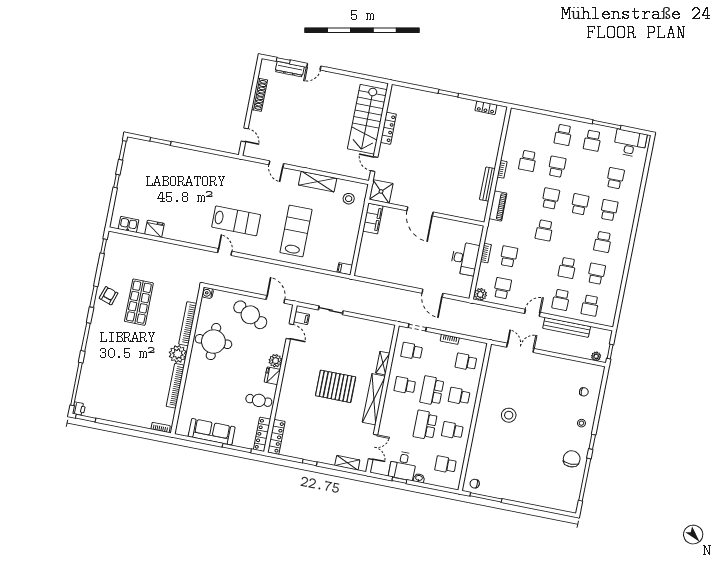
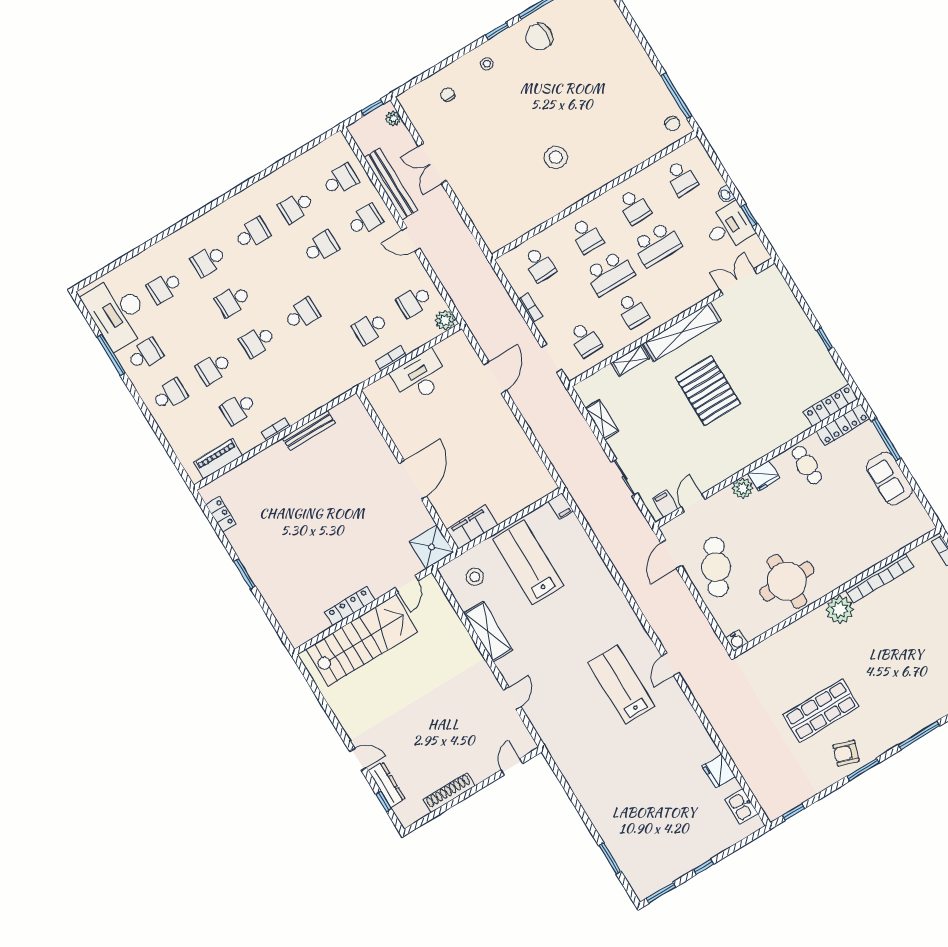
desk: (630, 143) -> (117, 312), width x1.36, depth x1.30
school desk: (528, 161) -> (238, 408), turned 180
piano: (498, 206) -> (218, 459), moved
lab bench: (296, 231) -> (528, 563), moved, turned 90
bookcase: (188, 324) -> (794, 631), removed
double door: (520, 348) -> (432, 163), moved
sofa: (212, 432) -> (889, 479), width x0.73
shelving: (347, 463) -> (602, 420), moved

